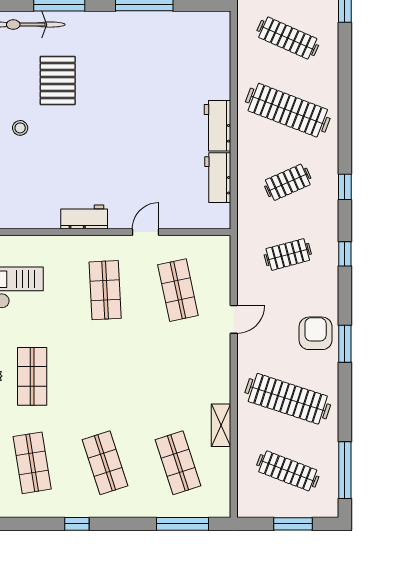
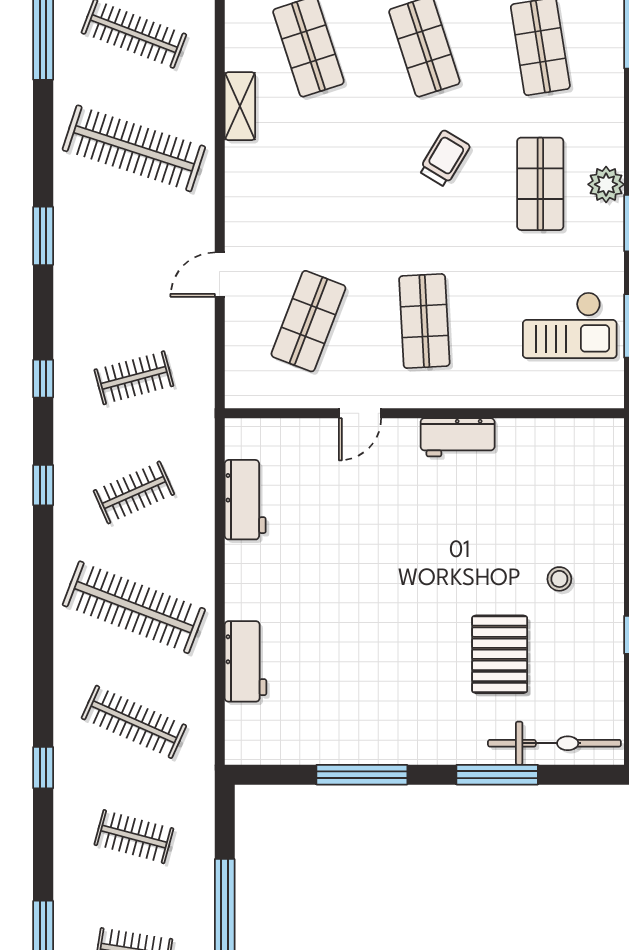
workbench: (218, 126) -> (245, 661), moved
shop shelf: (178, 290) -> (308, 321), turned 33
armchair: (316, 333) -> (90, 252), removed
trolley: (92, 392) -> (444, 158), added

